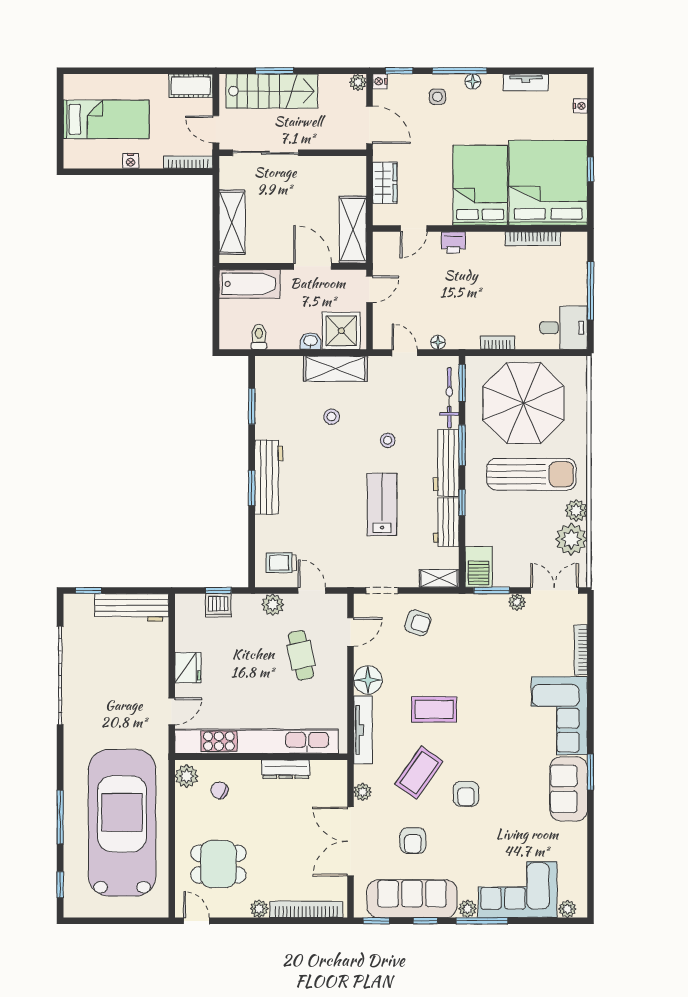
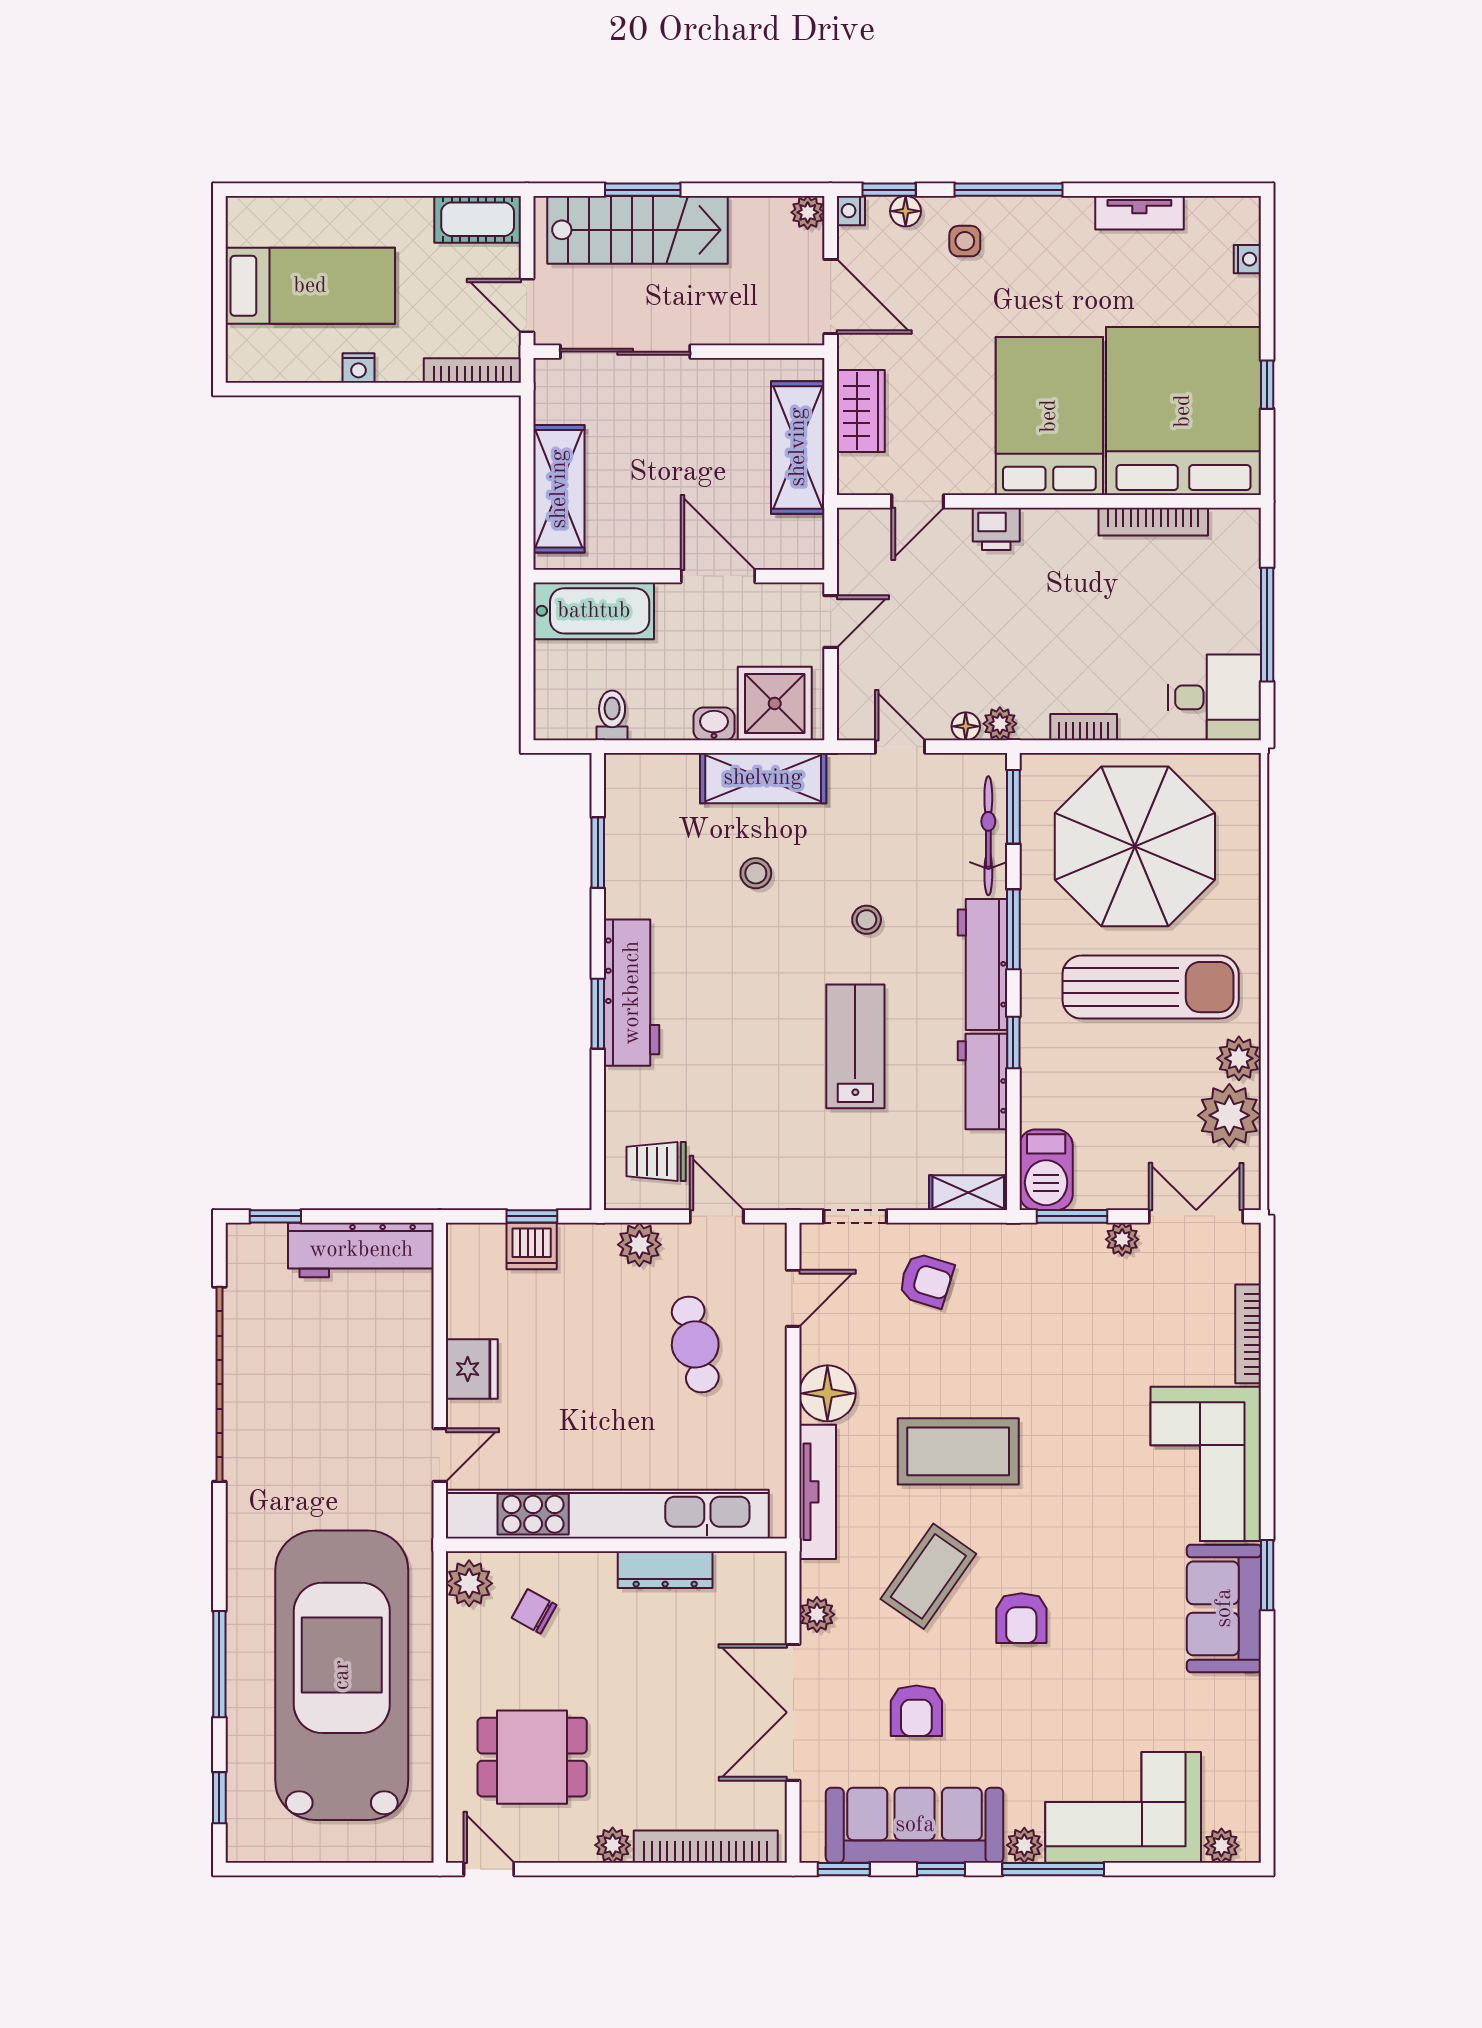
floor lamp: (473, 82) -> (906, 211), moved
shelving: (353, 230) -> (798, 447), moved
plant: (455, 341) -> (1000, 724), added
coffee table: (434, 709) -> (958, 1451), width x1.36, depth x1.32

